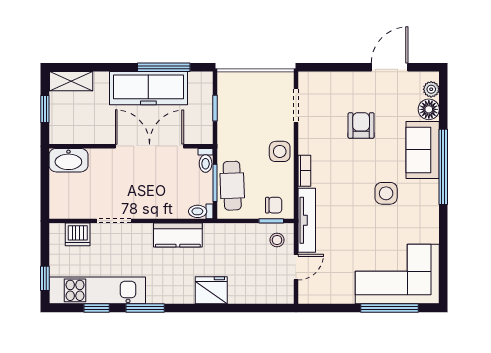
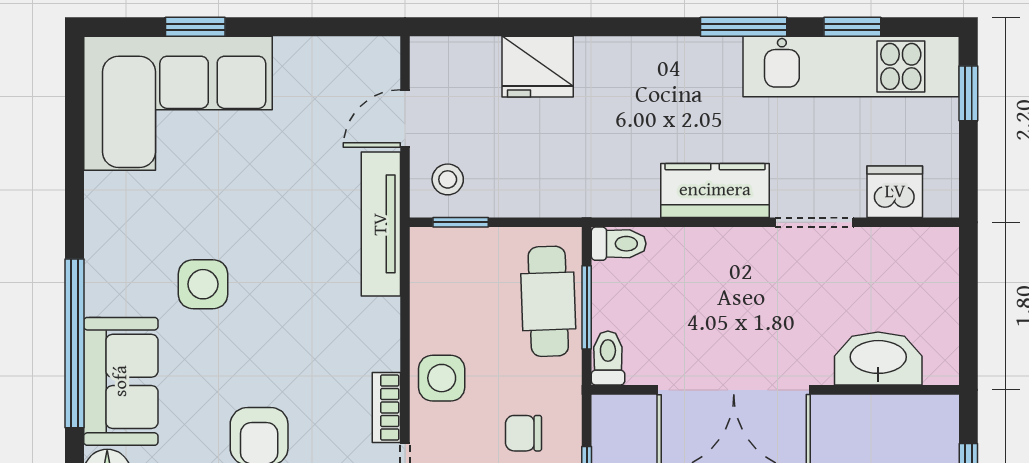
washbasin: (68, 160) -> (878, 359), moved
bookcase: (304, 171) -> (386, 407), moved
chair: (274, 205) -> (523, 433), moved
kitchen counter: (178, 235) -> (715, 190), moved
fridge: (211, 290) -> (538, 67), moved
window: (390, 308) -> (195, 27), width x0.46

